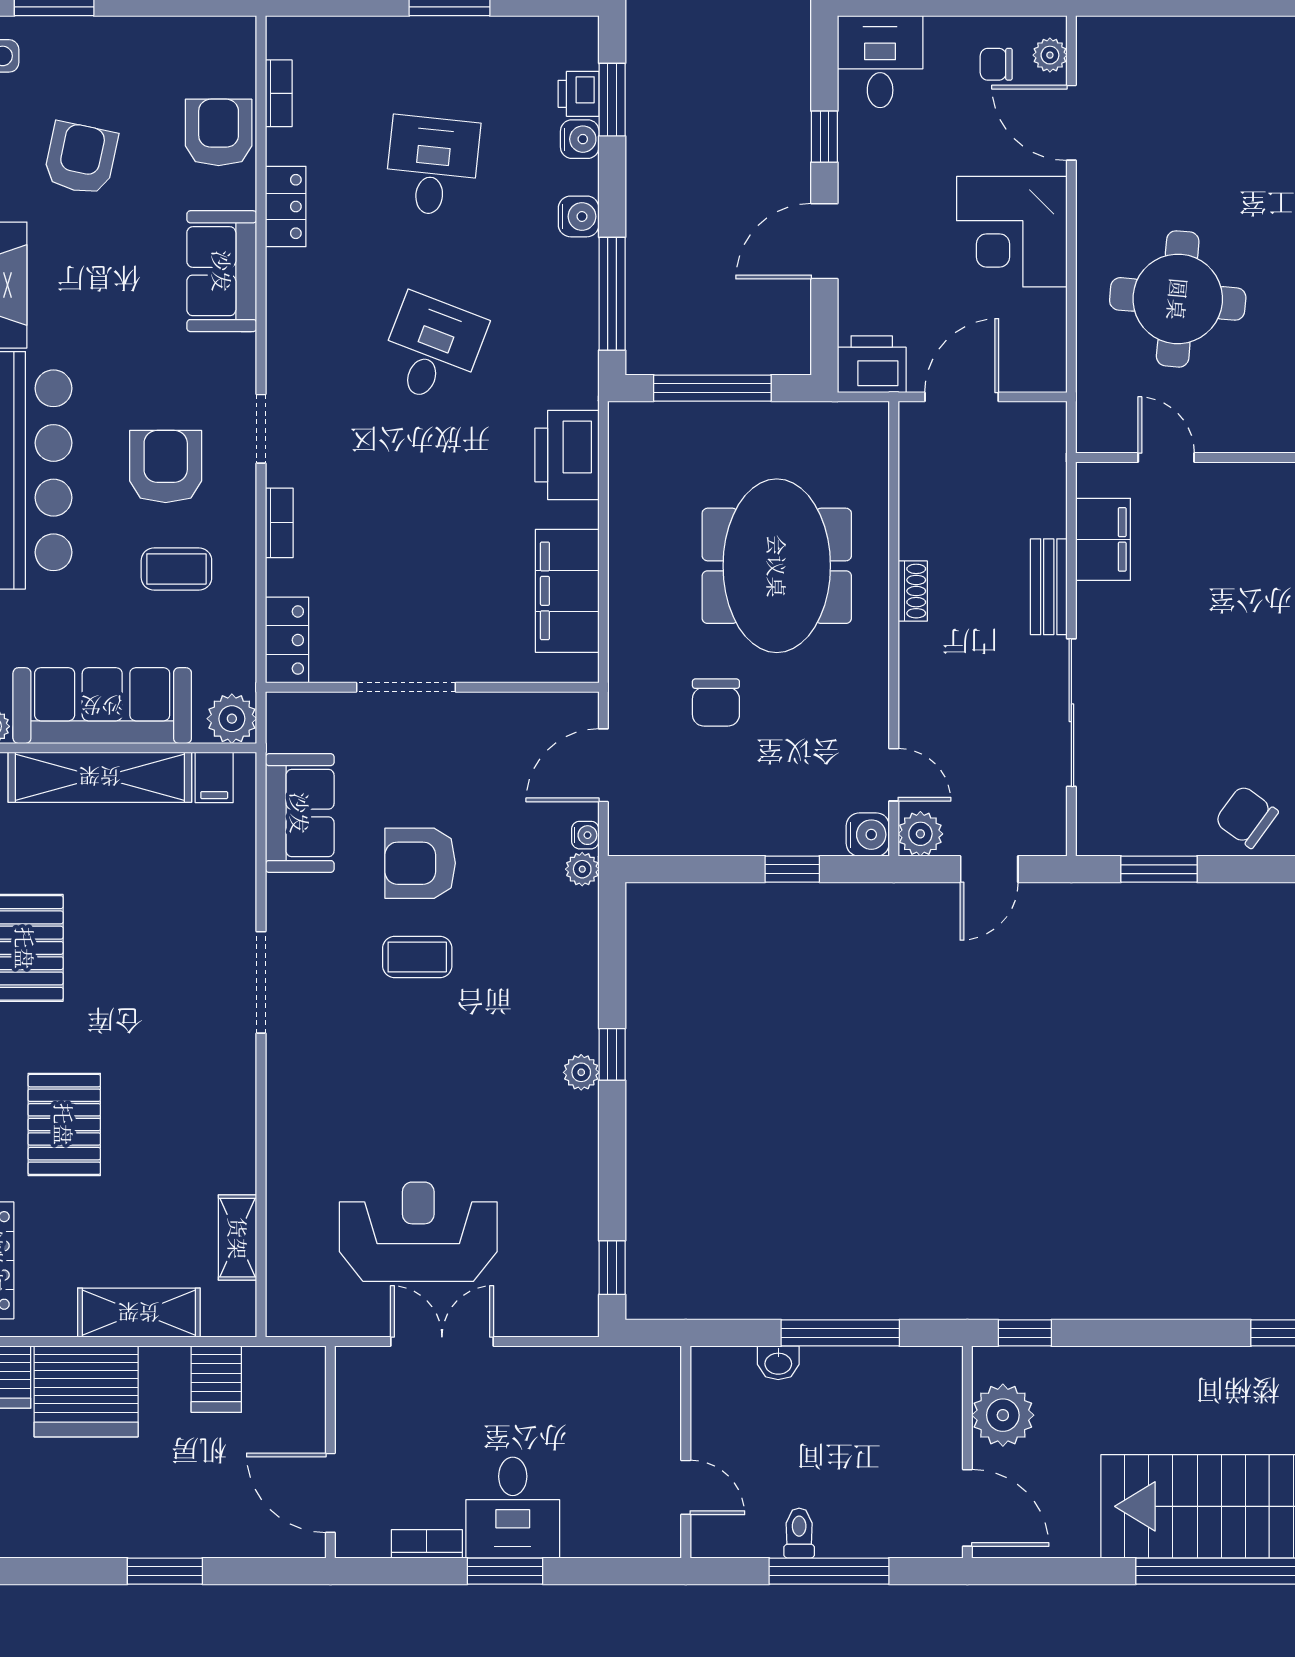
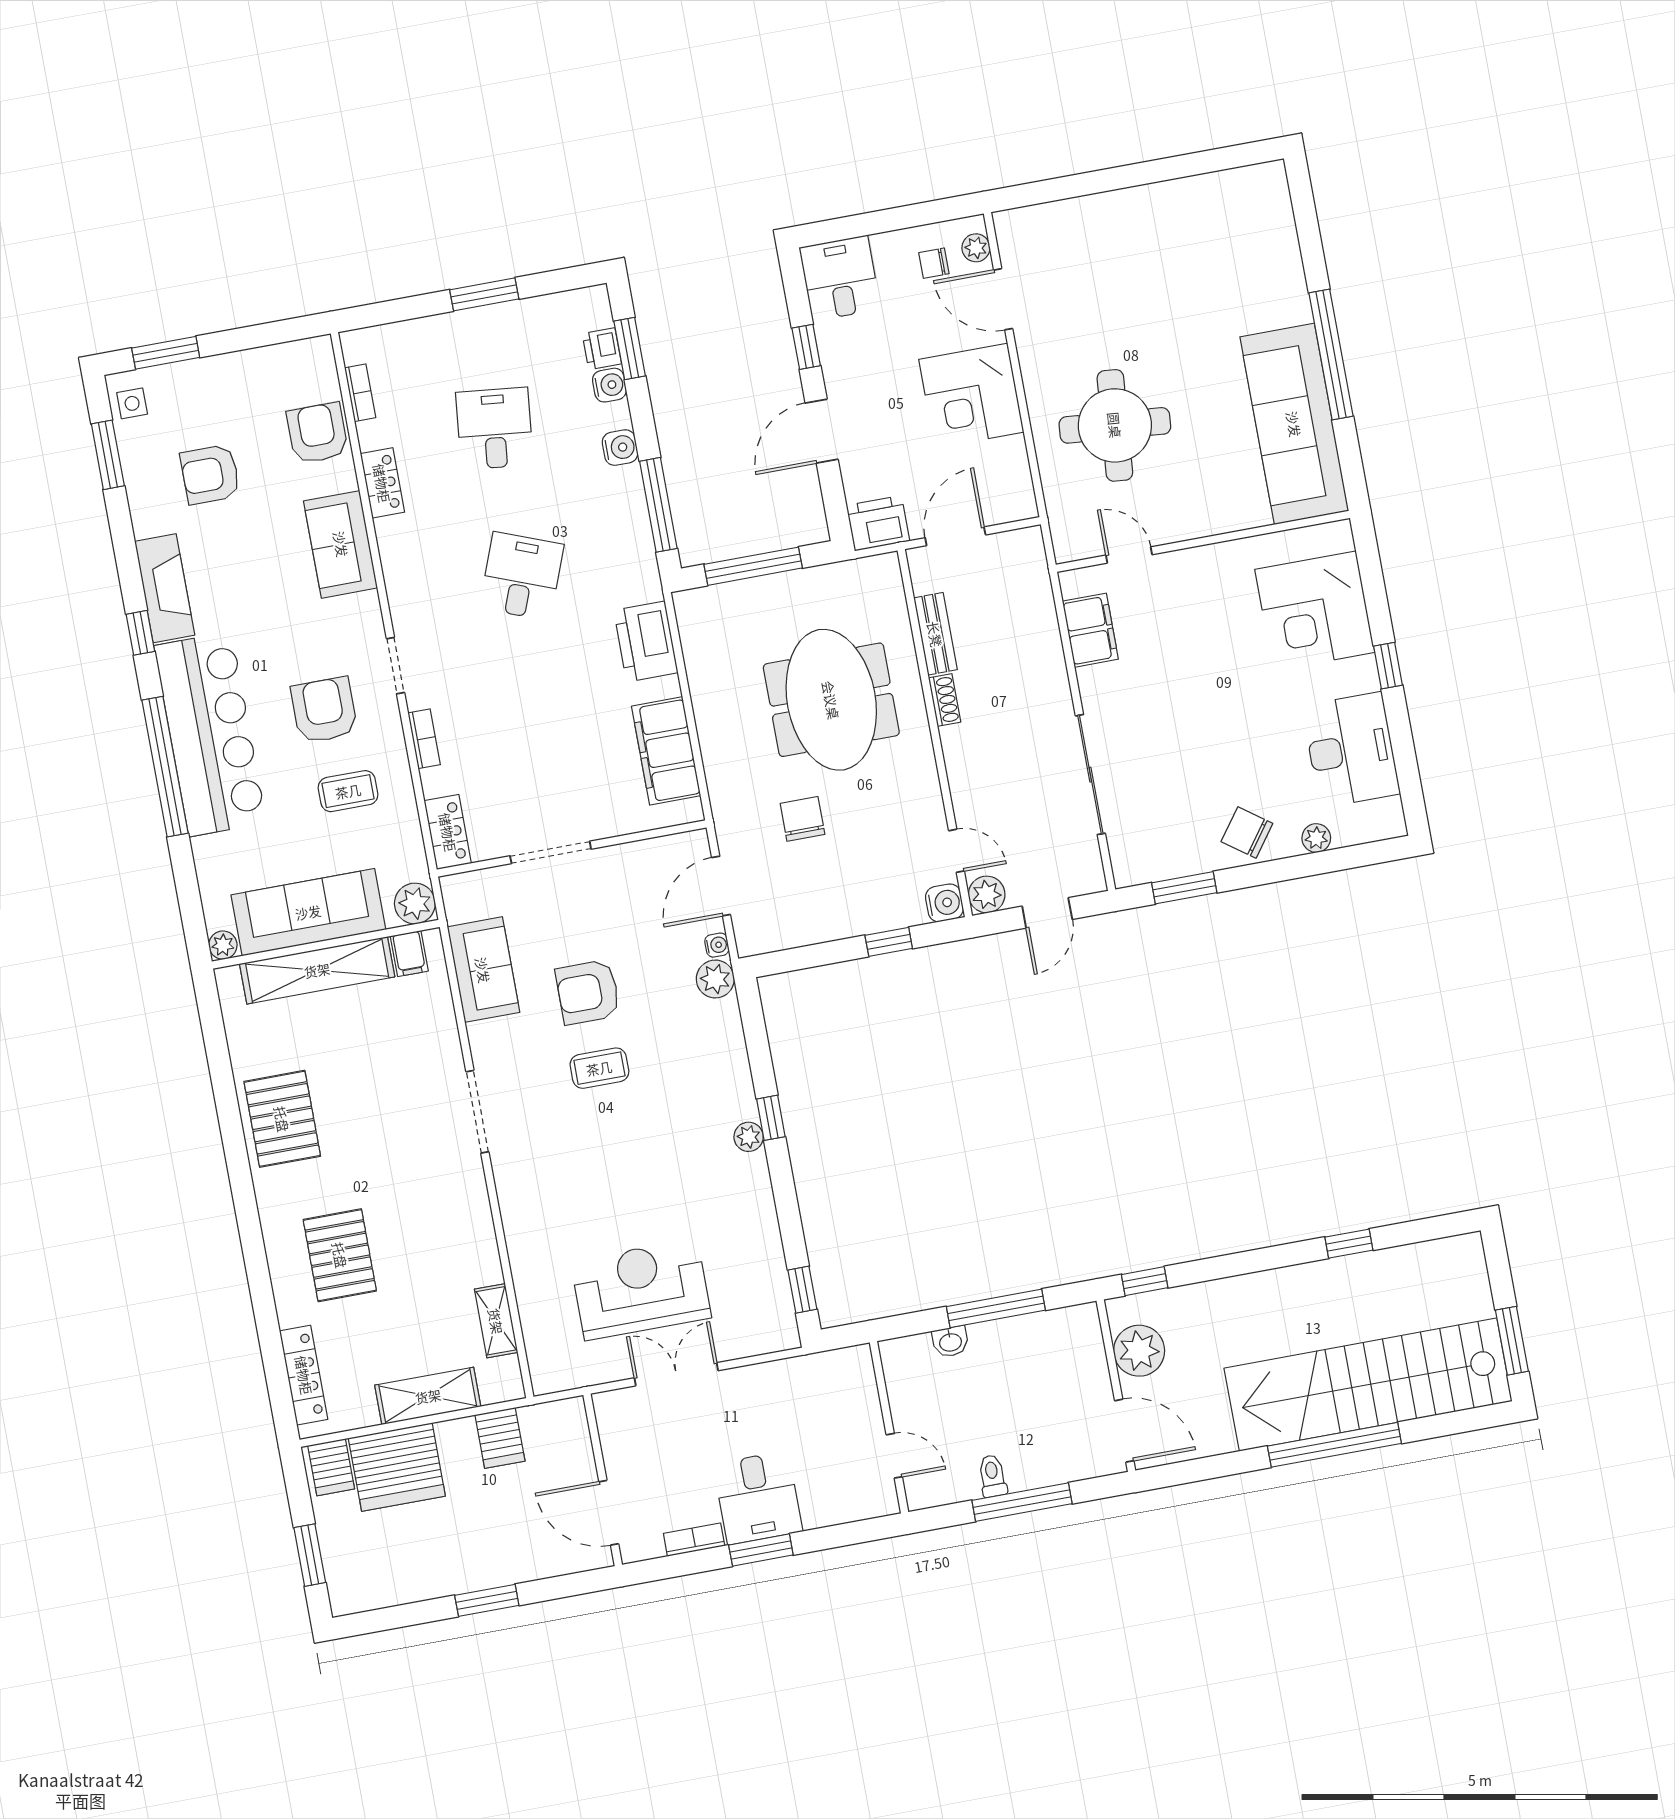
armchair: (81, 158) -> (210, 474), turned -102
bench: (1049, 587) -> (935, 634), moved
chair: (716, 703) -> (802, 819), turned 180
plant: (582, 869) -> (715, 979), width x1.38, depth x1.38

